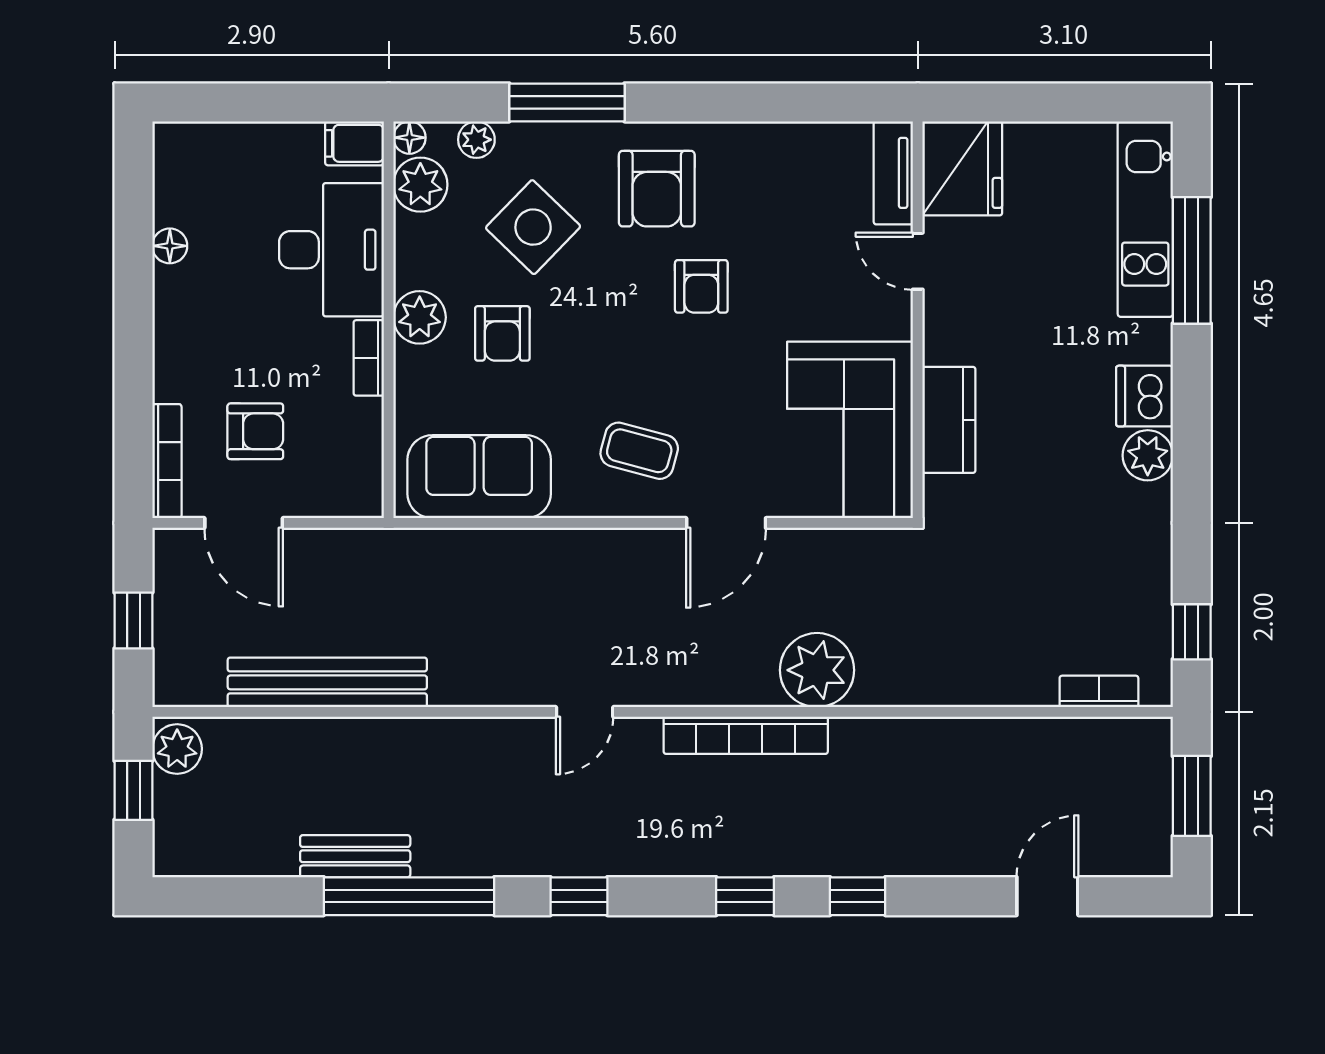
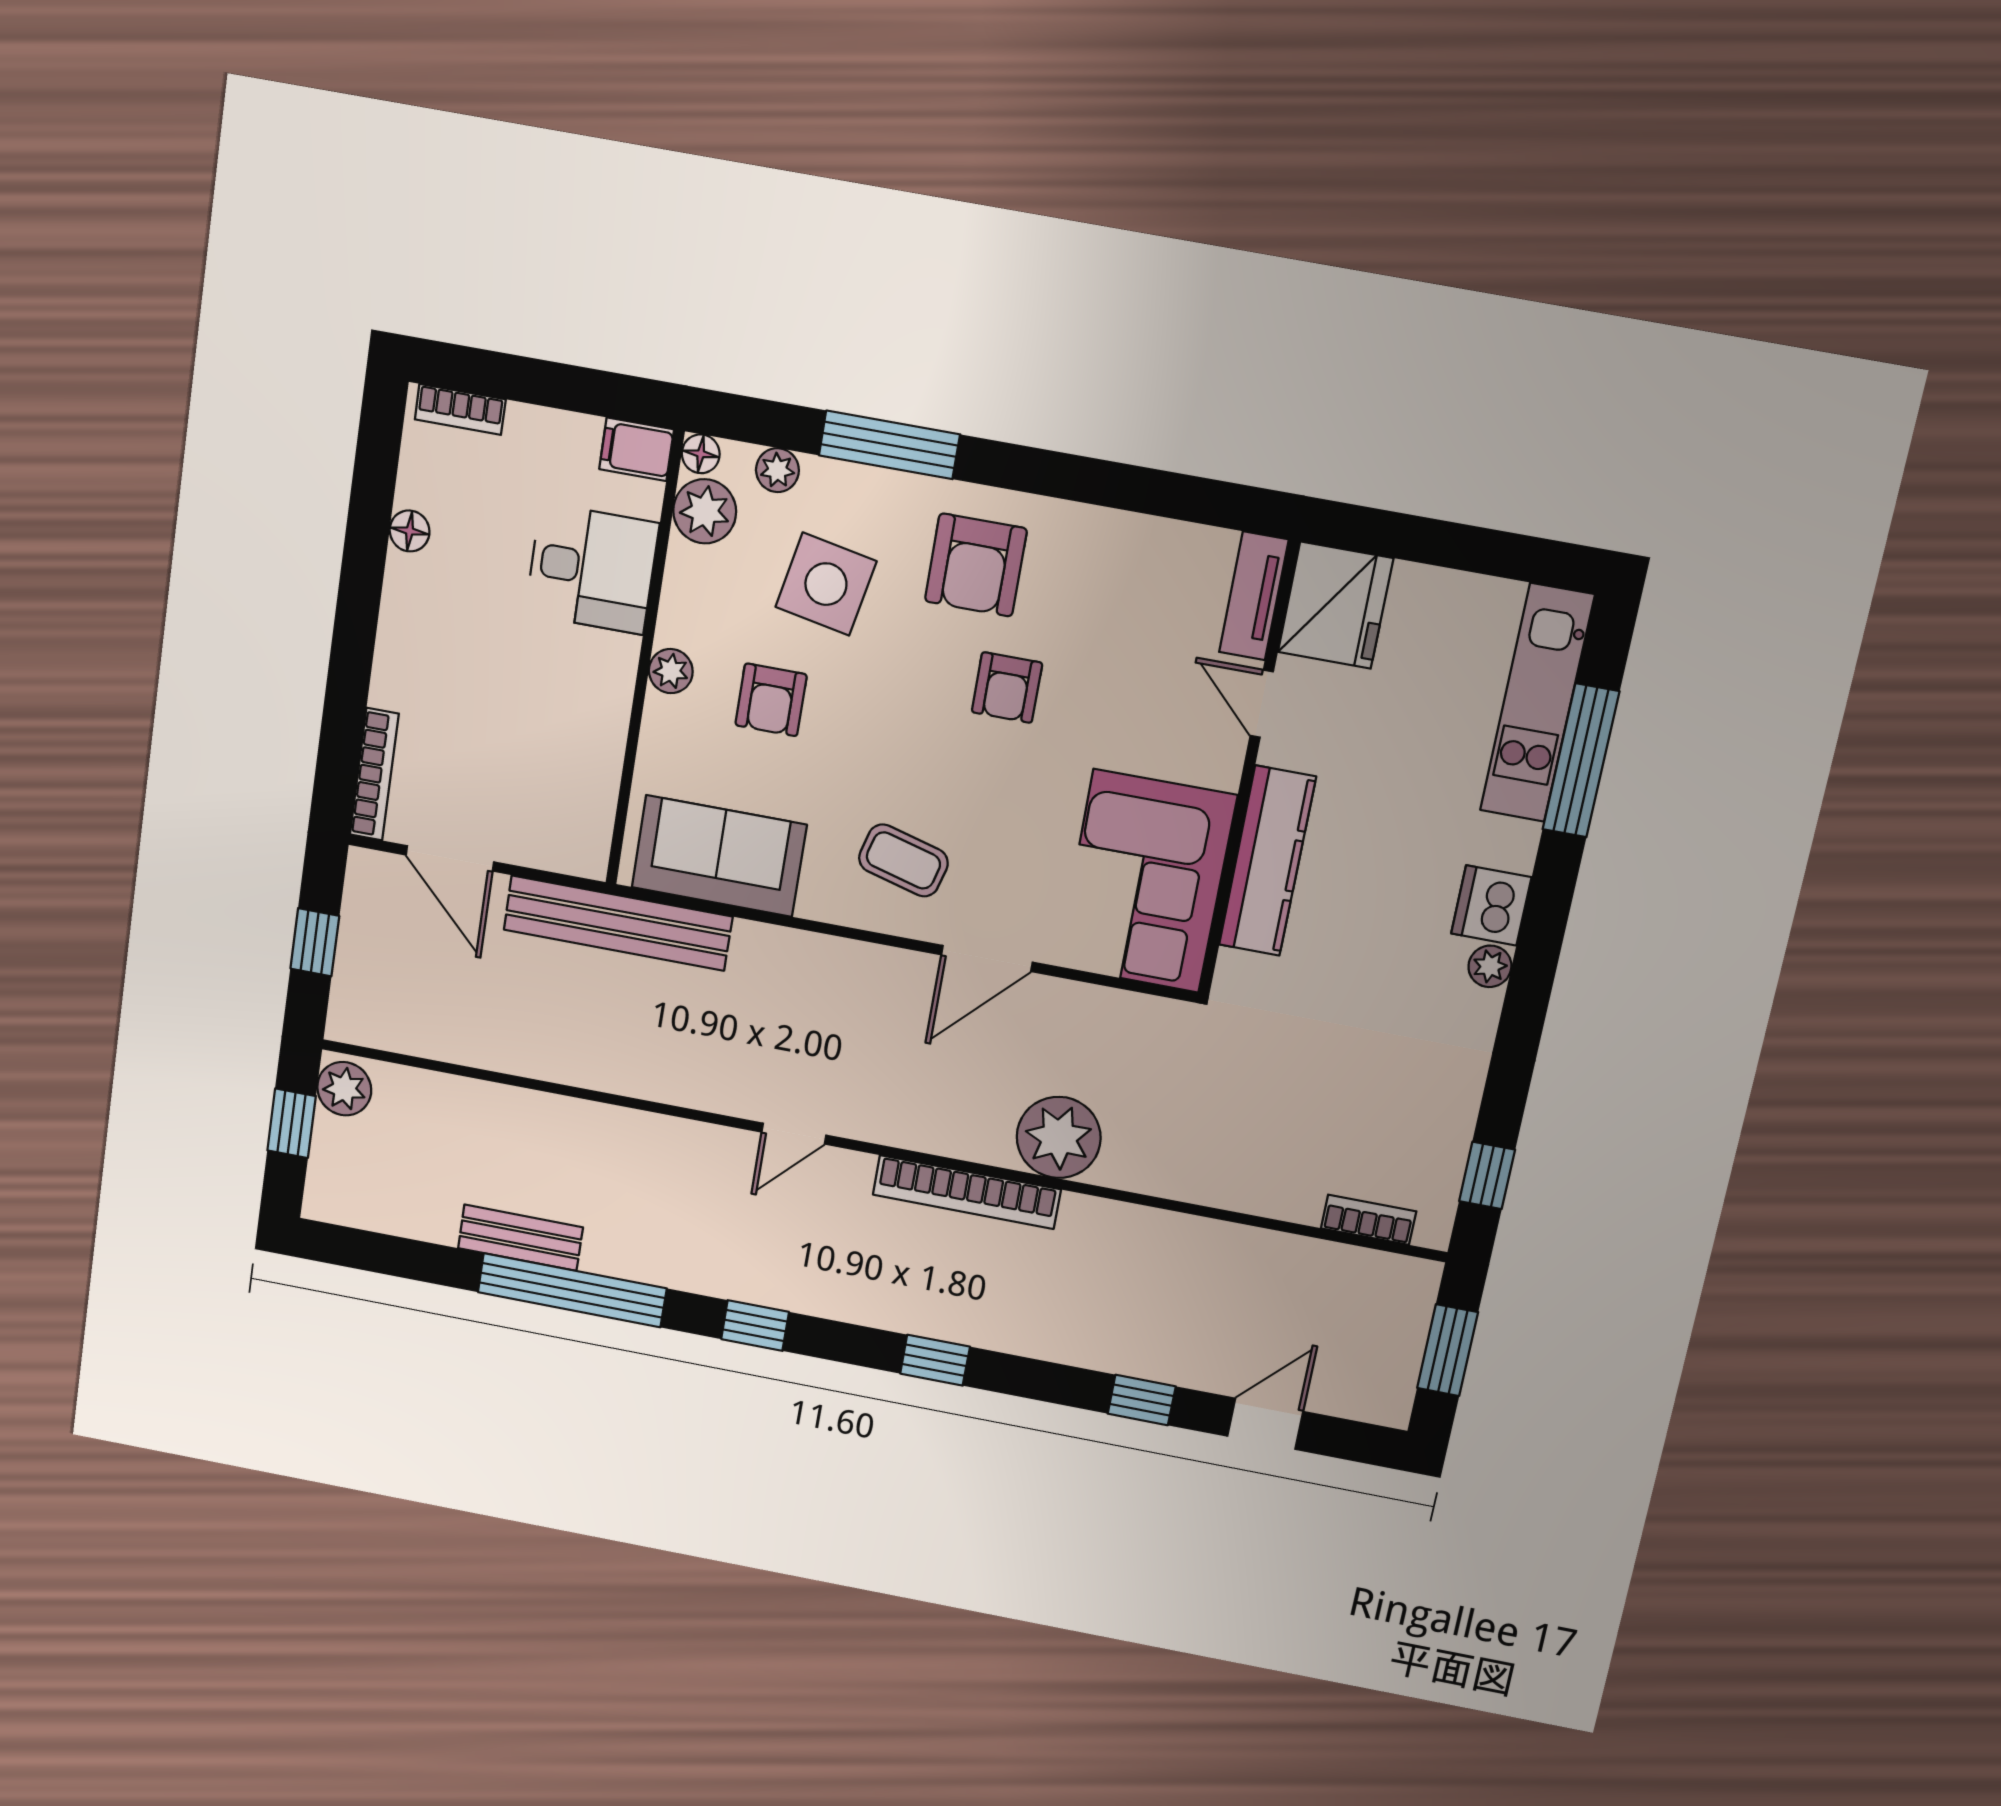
side table: (533, 227) -> (826, 584), turned -33
desk: (331, 250) -> (592, 569), width x0.73
plant: (420, 317) -> (671, 671), width x0.73, depth x0.73
bookcase: (369, 358) -> (460, 409), moved, turned -90
kitchen counter: (949, 420) -> (1267, 861), width x1.50
armchair: (255, 431) -> (477, 759), removed
plant: (1148, 455) -> (1490, 966), width x0.73, depth x0.73
bench: (327, 682) -> (618, 923), moved
window: (858, 896) -> (1142, 1400), moved

